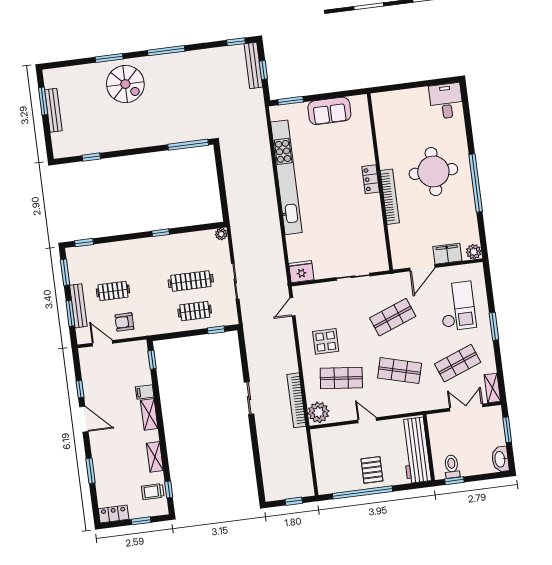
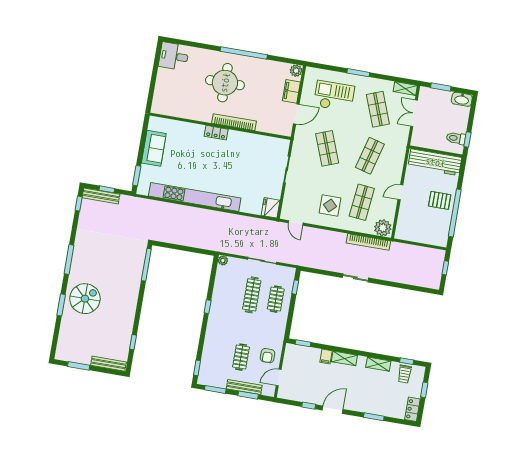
bench: (53, 110) -> (108, 364), moved
door: (422, 268) -> (296, 114), hinge flipped

